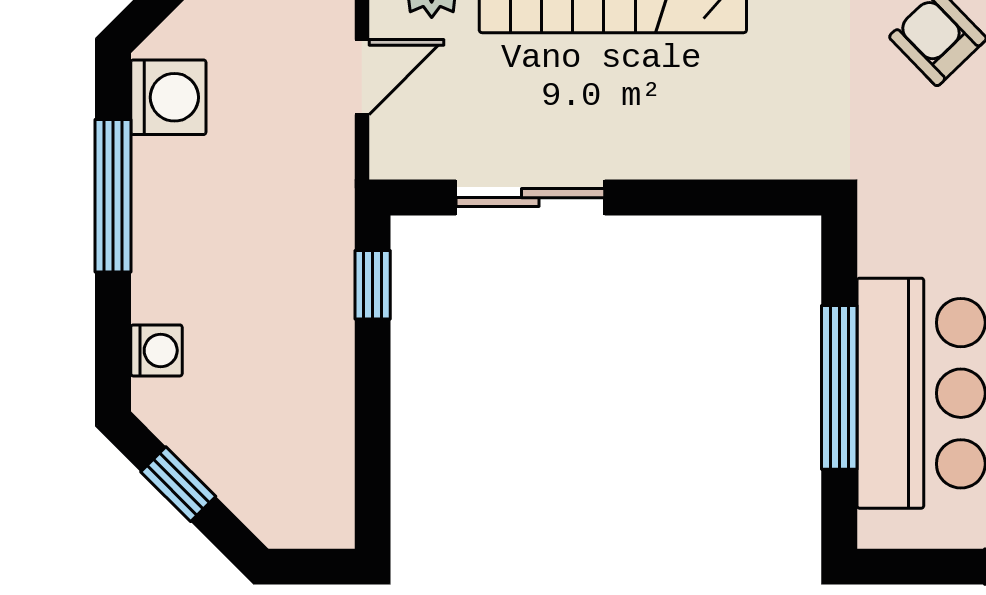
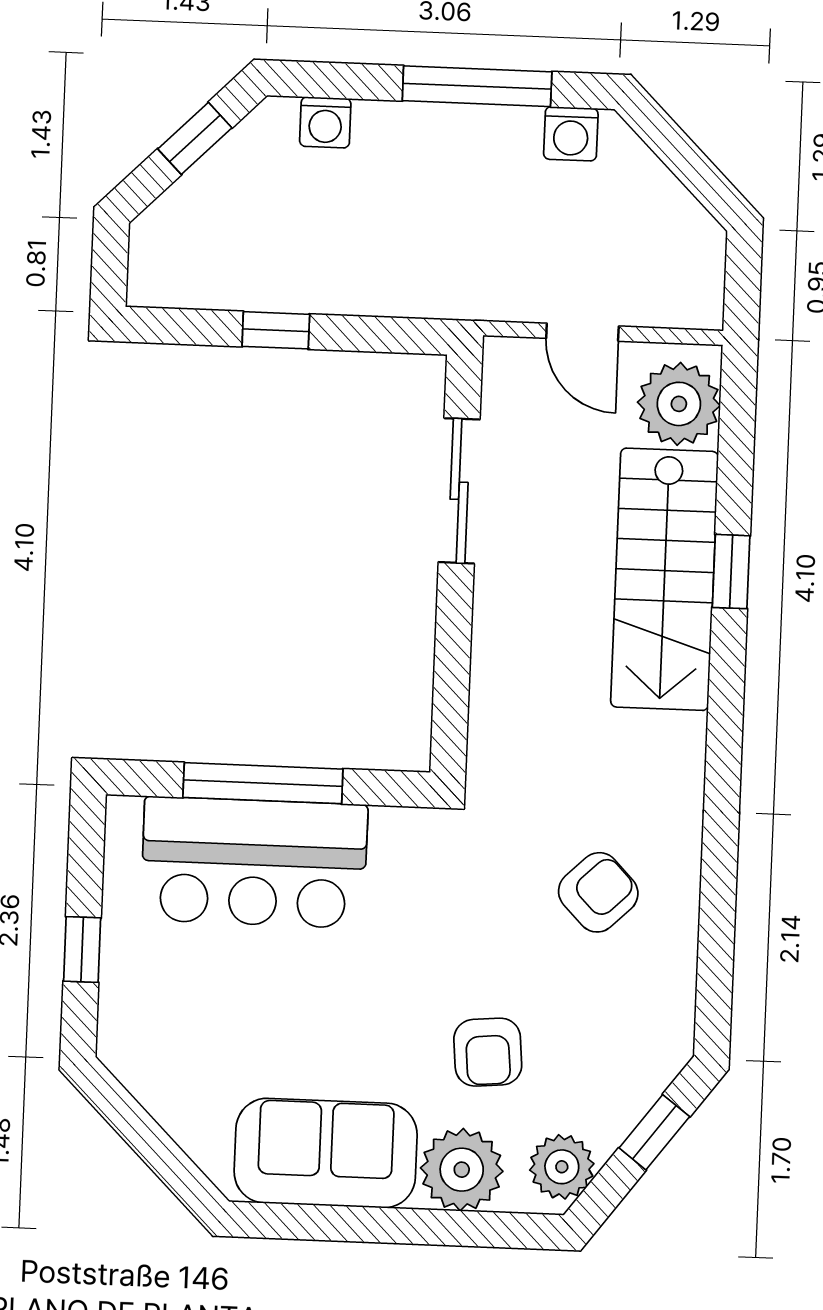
washing machine: (168, 97) -> (571, 134), width x0.73, depth x0.73
window: (373, 285) -> (276, 330), moved

